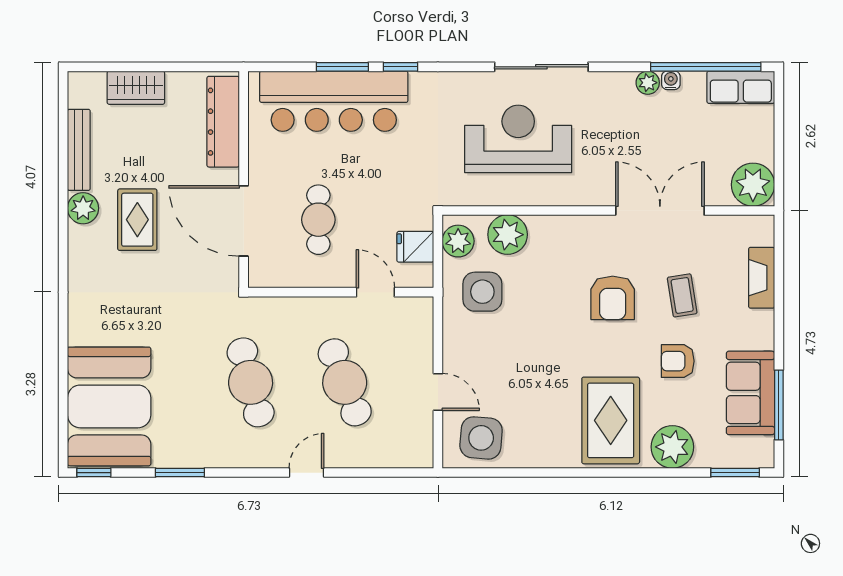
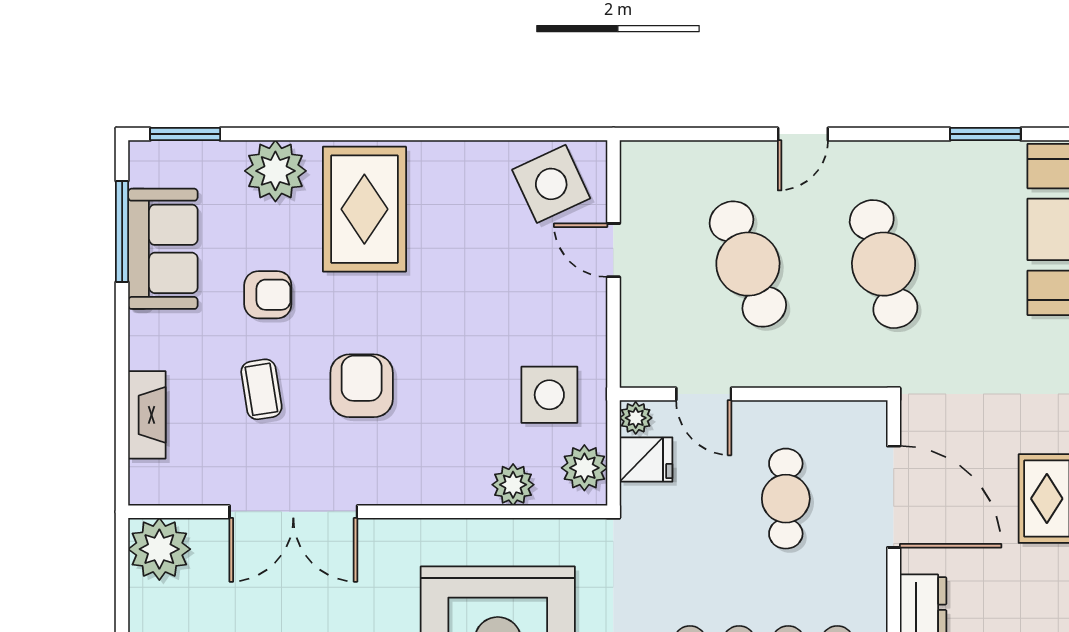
plant: (508, 235) -> (513, 485), width x0.73, depth x0.73
plant: (422, 276) -> (636, 418), added
side table: (481, 438) -> (551, 184), turned -30

